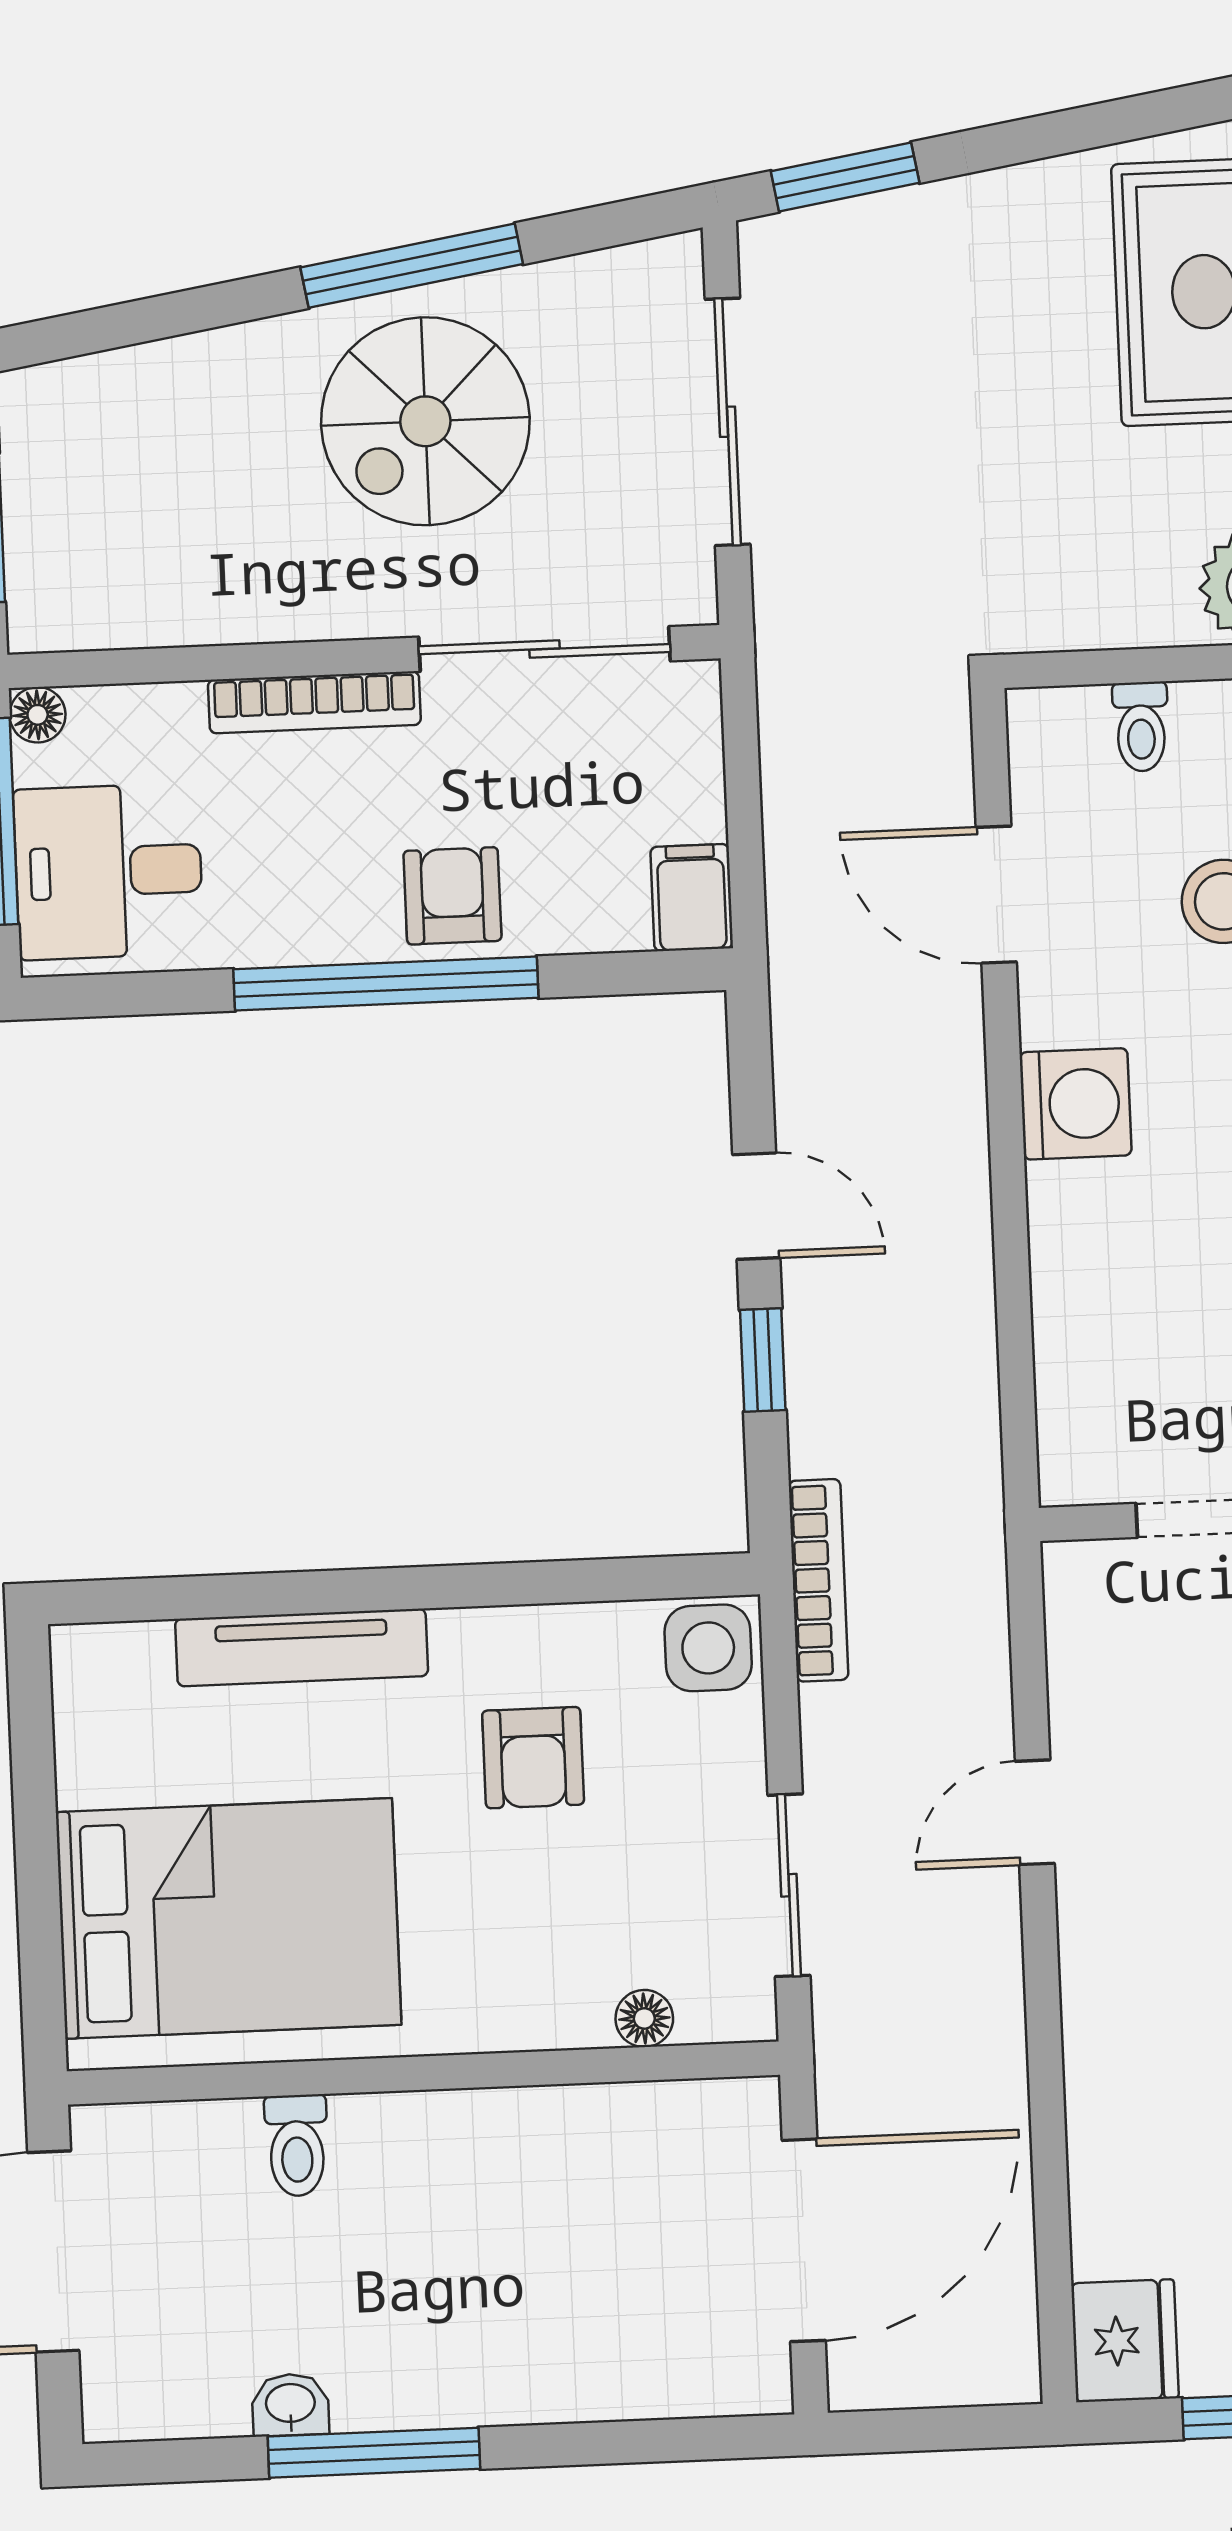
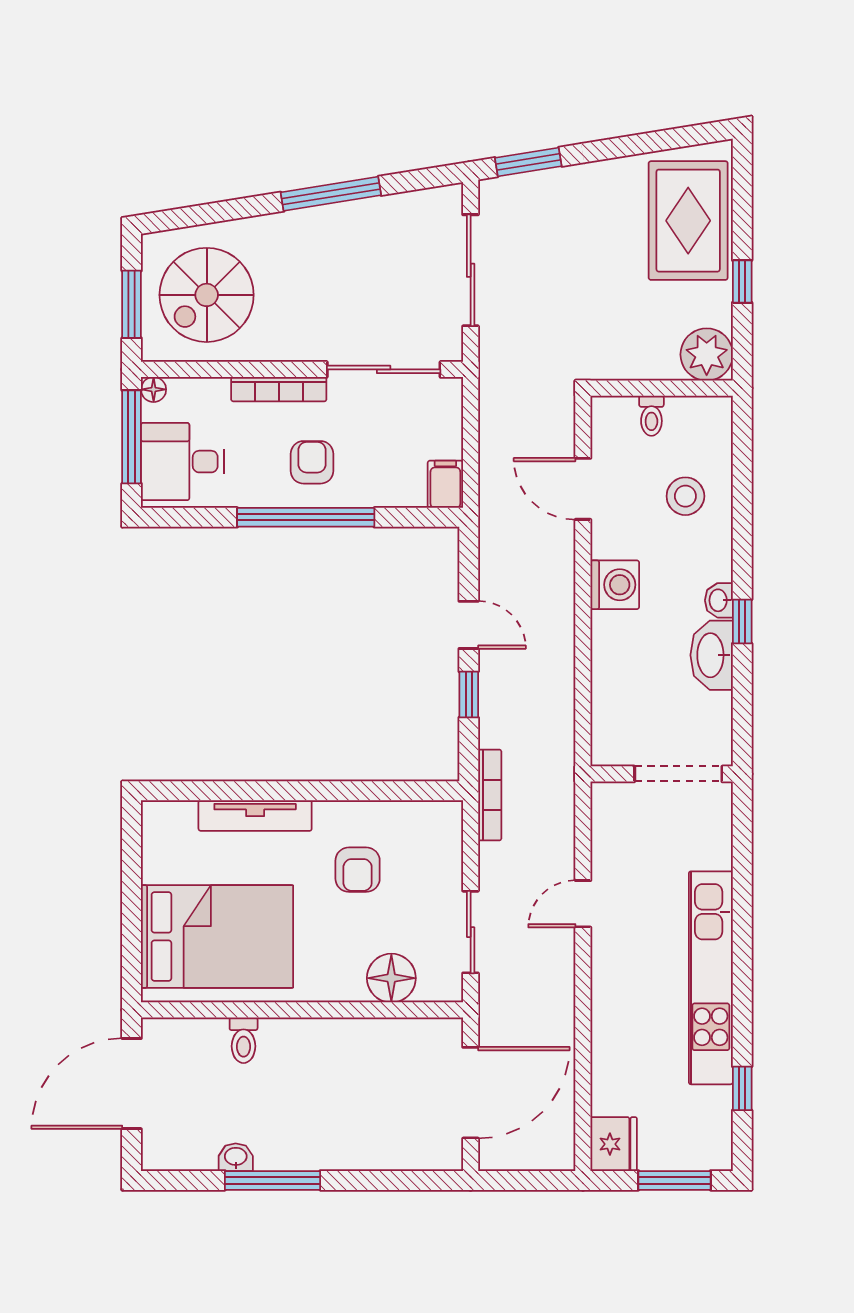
spiral stairs: (425, 421) -> (207, 295), moved
armchair: (452, 896) -> (312, 462), moved
side table: (708, 1648) -> (439, 823), removed
floor lamp: (644, 2018) -> (391, 978), width x1.89, depth x1.89

